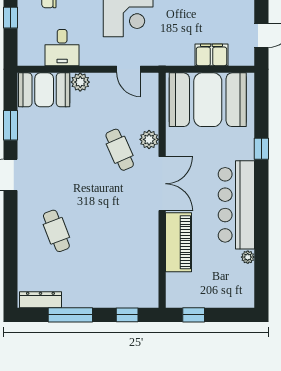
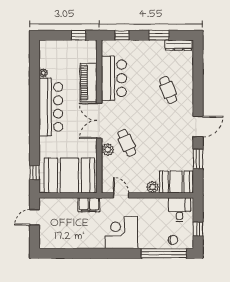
desk: (62, 48) -> (180, 210), moved
filing cabinet: (212, 55) -> (89, 205), moved
window: (261, 149) -> (34, 173), moved
bar counter: (140, 249) -> (114, 78), added
window: (70, 315) -> (159, 35), width x0.69

